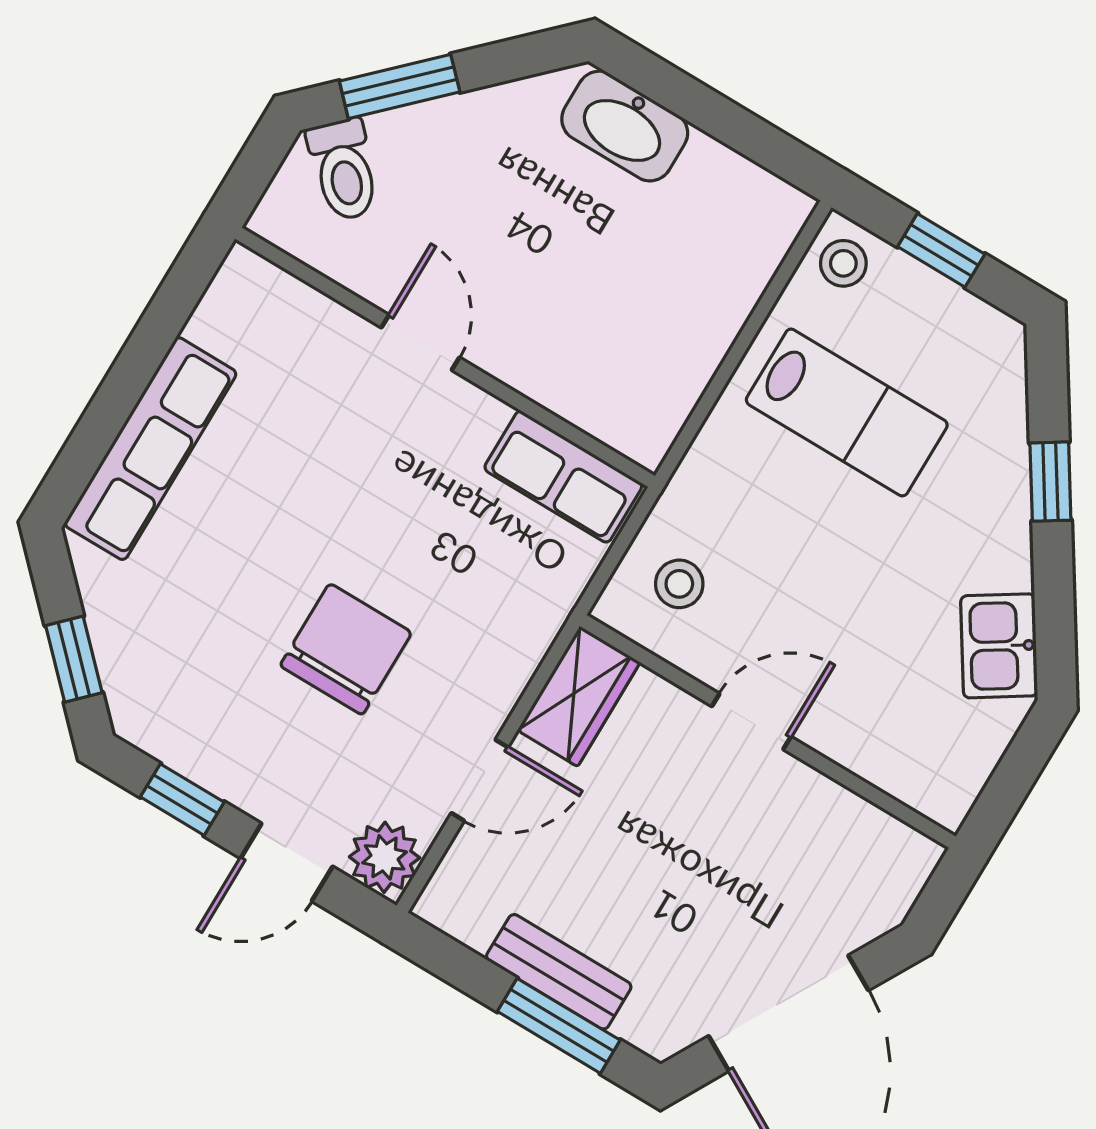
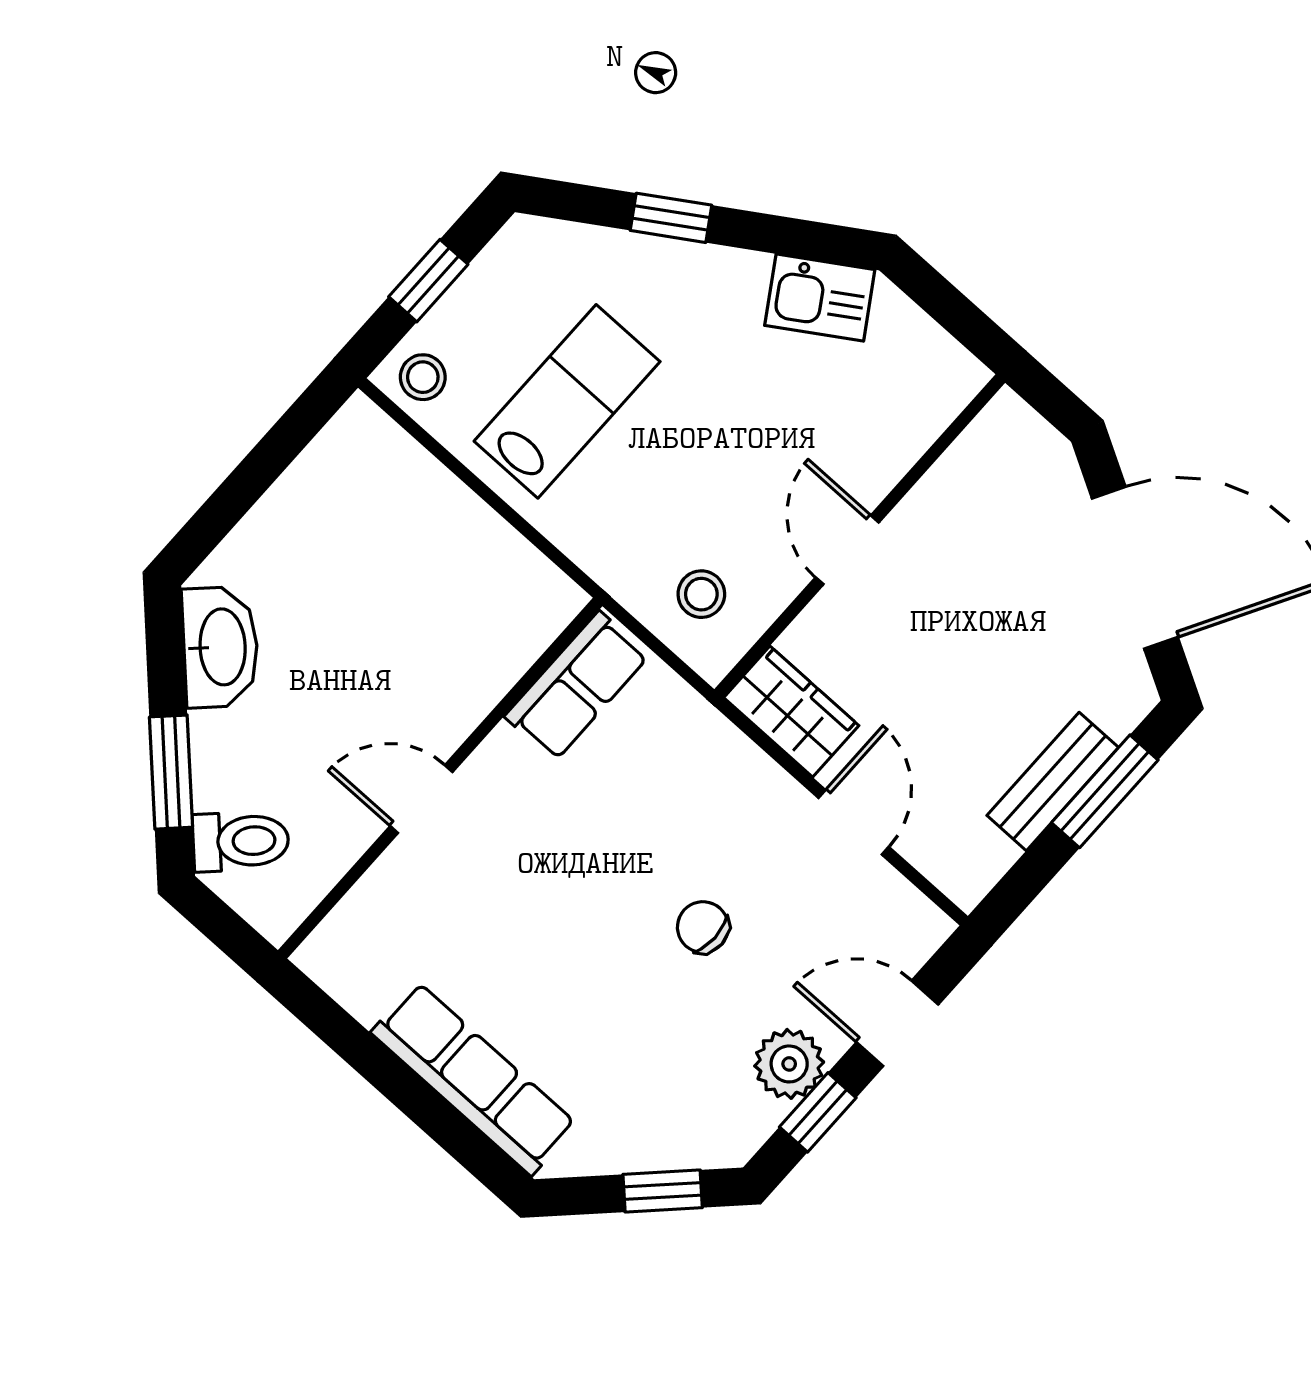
washbasin: (625, 126) -> (220, 647), moved, turned -45
chair: (346, 649) -> (703, 927), width x0.54, depth x0.54
plant: (385, 857) -> (789, 1064), moved
door: (287, 862) -> (897, 1023), swing flipped

